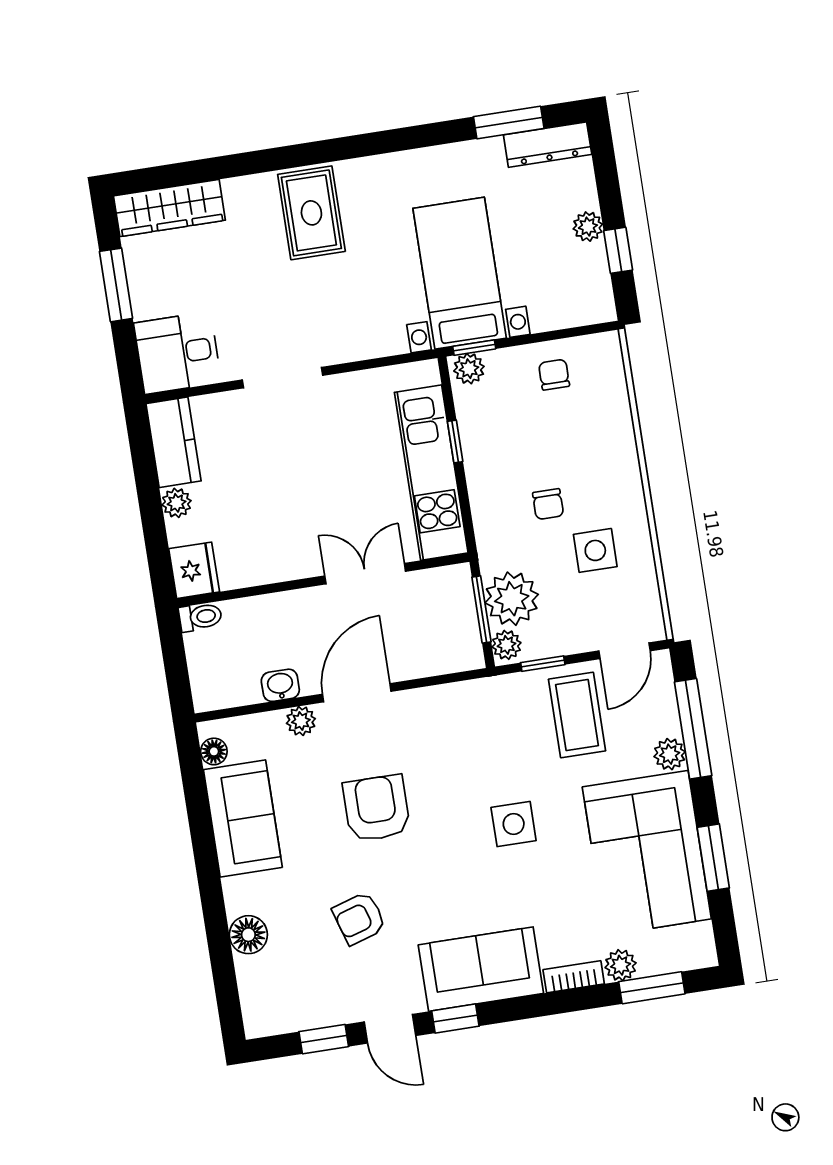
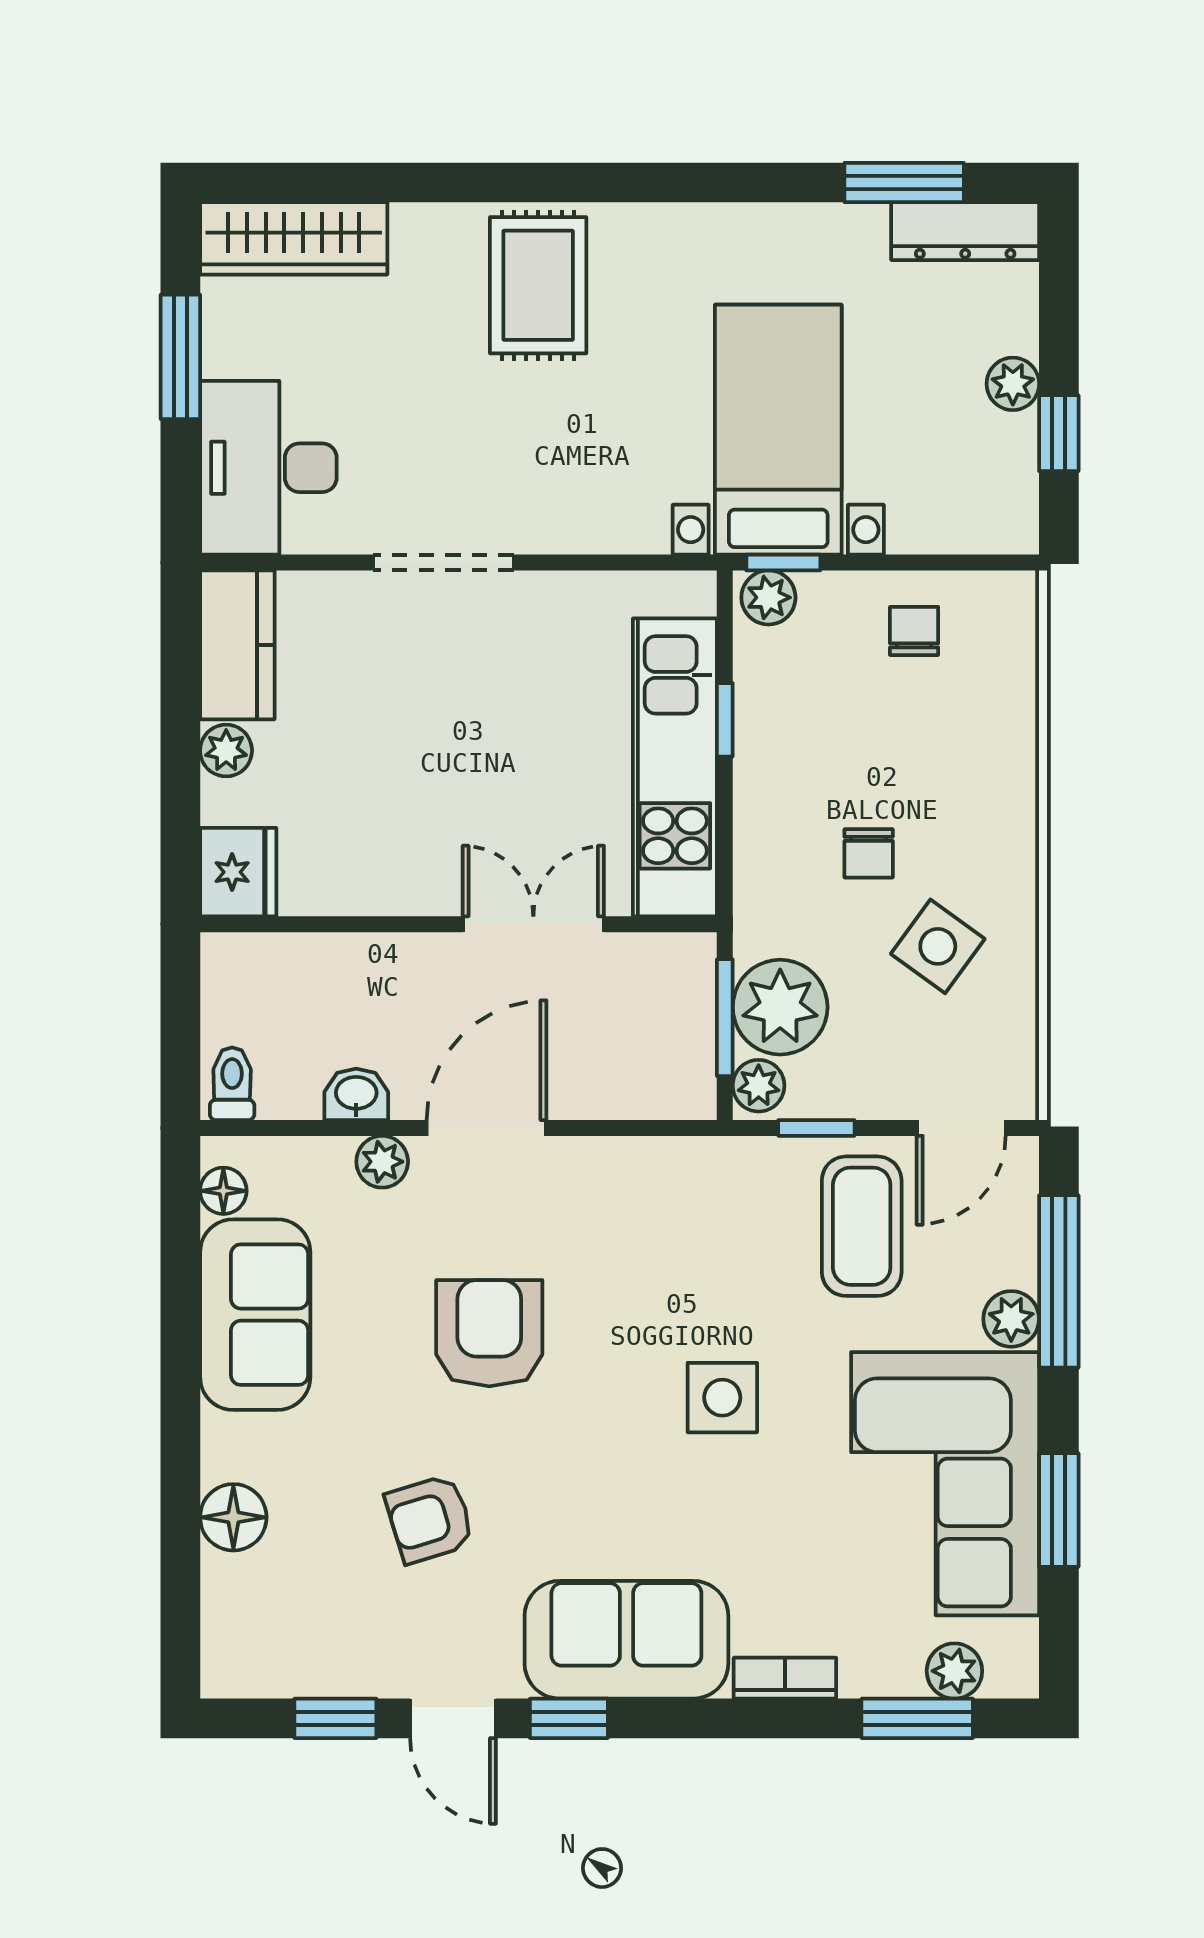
desk: (178, 353) -> (268, 468), width x1.37
side table: (595, 550) -> (938, 946), turned 36
toilet: (200, 617) -> (232, 1084), moved, turned -90
plant: (621, 965) -> (954, 1671), moved

